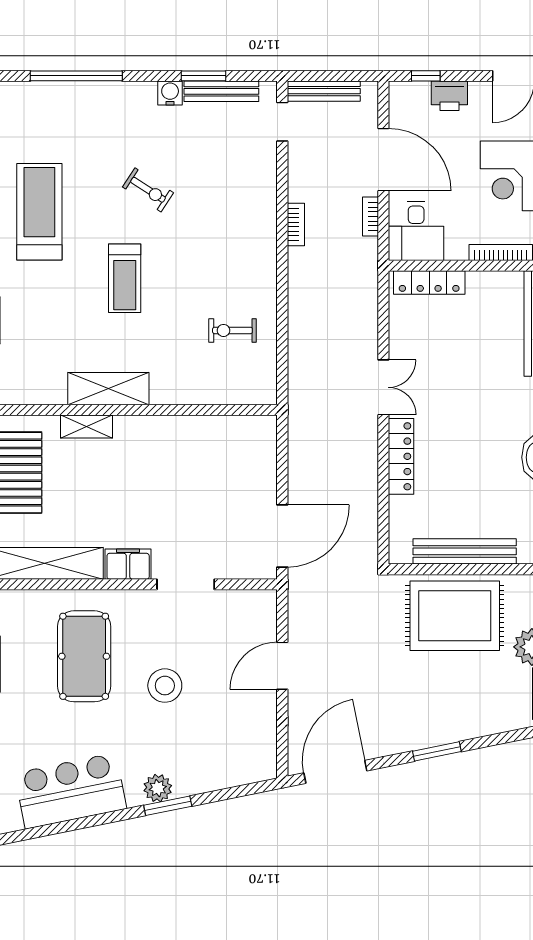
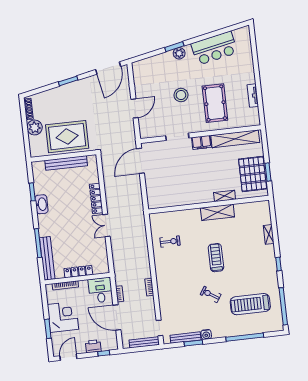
treadmill: (39, 212) -> (250, 304), moved, turned 90
locker: (429, 282) -> (78, 272), moved

